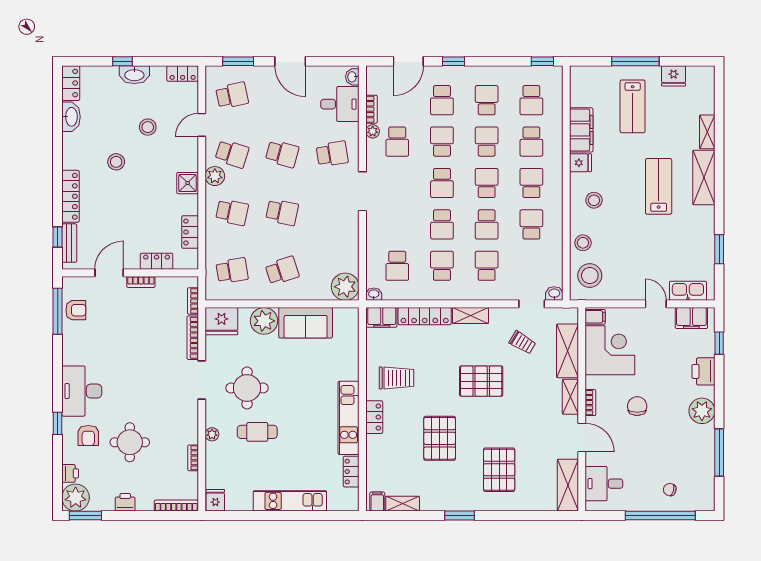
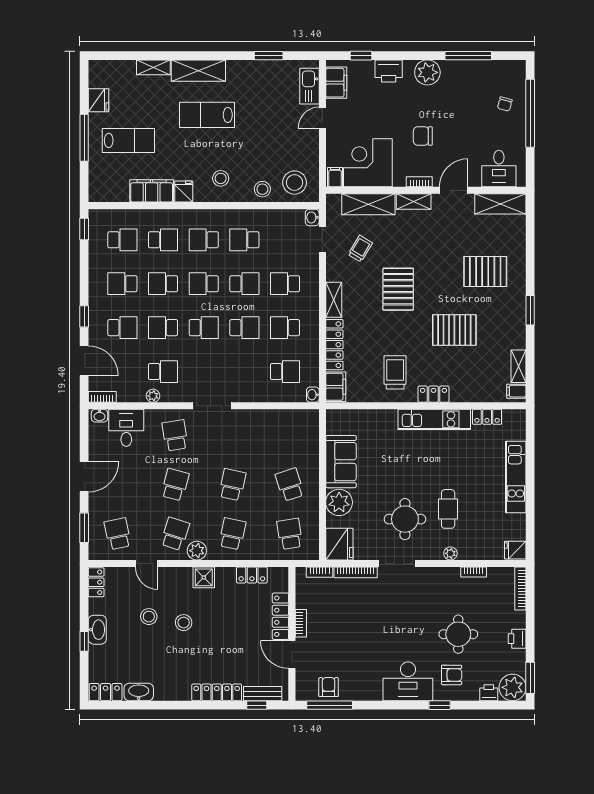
bookcase: (372, 109) -> (102, 397), moved
stool: (116, 162) -> (184, 623), moved
locker: (157, 261) -> (280, 616), width x1.53
plant: (345, 287) -> (306, 423), removed

